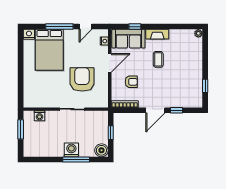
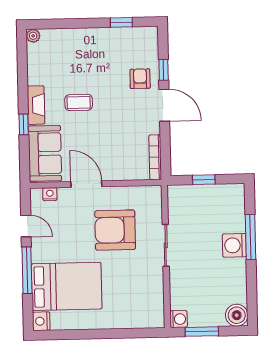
window: (135, 27) -> (24, 124), moved
armchair: (131, 82) -> (140, 79), moved
washing machine: (39, 116) -> (179, 319), moved
boiler: (101, 150) -> (237, 315), moved

